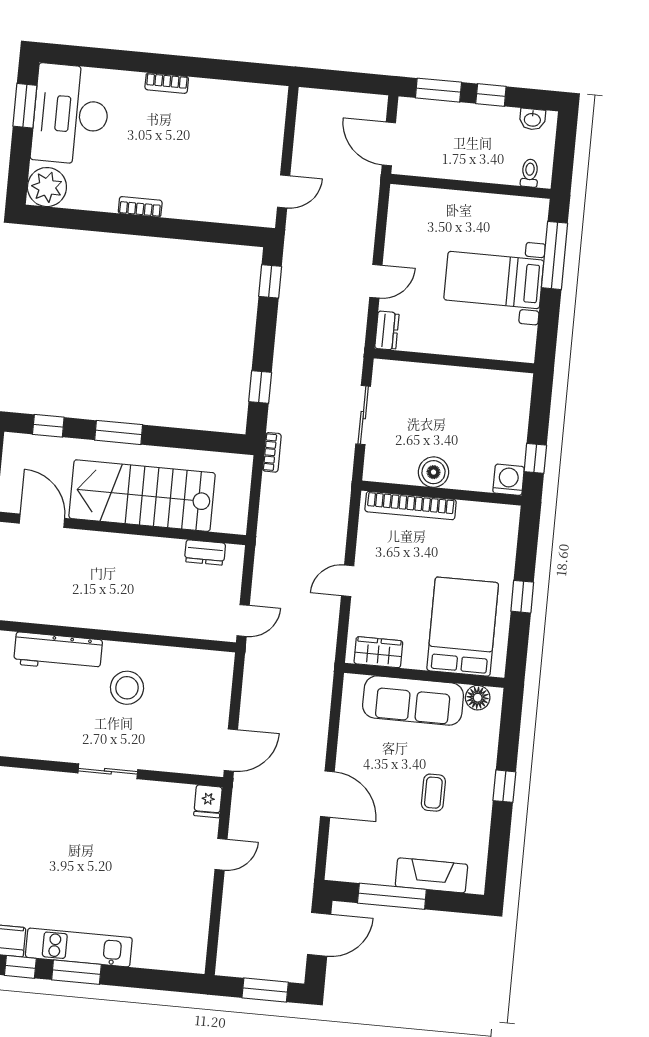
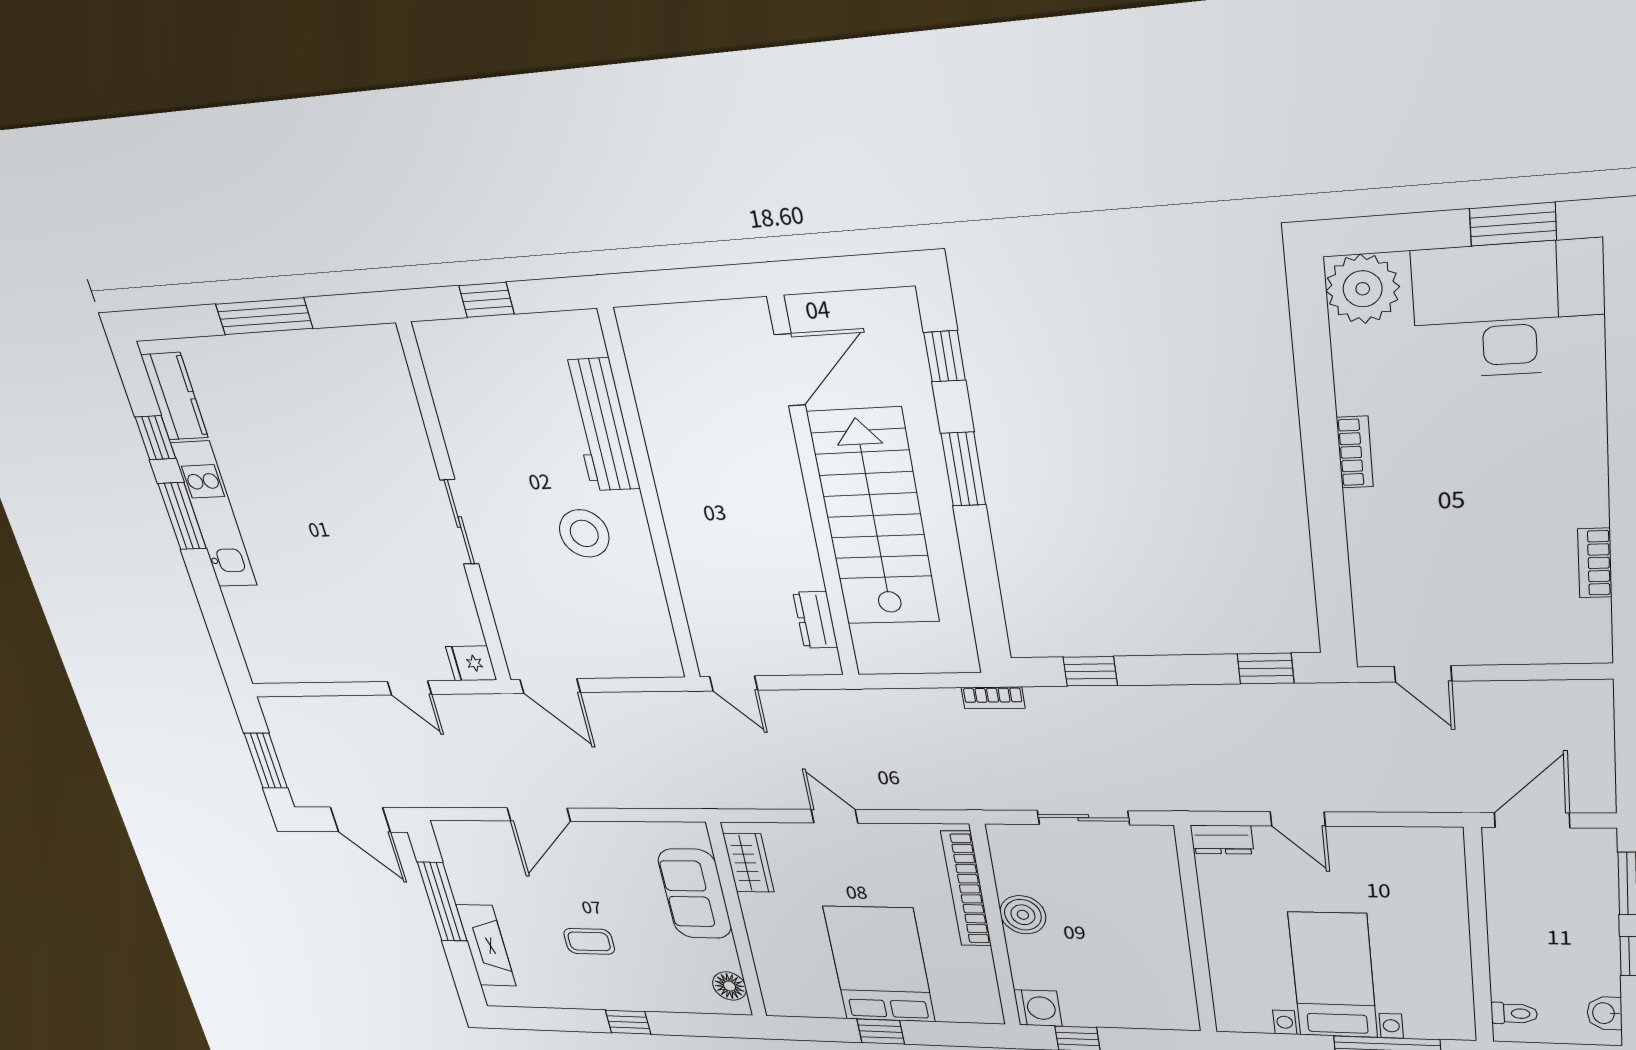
bookcase: (167, 83) -> (1595, 563), moved
bed: (463, 627) -> (879, 964), moved, turned -90
sofa: (413, 701) -> (695, 894), width x0.73

